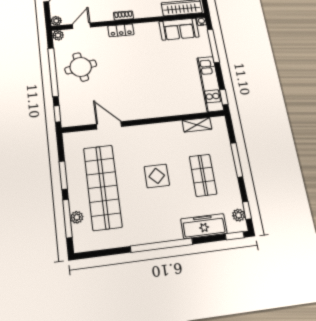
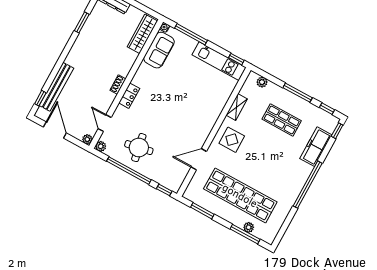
shelving: (197, 125) -> (237, 107), moved
window: (237, 160) -> (298, 93), moved
window: (63, 175) -> (202, 211), moved
display table: (157, 176) -> (232, 140), moved
plant: (239, 215) -> (262, 82), moved

